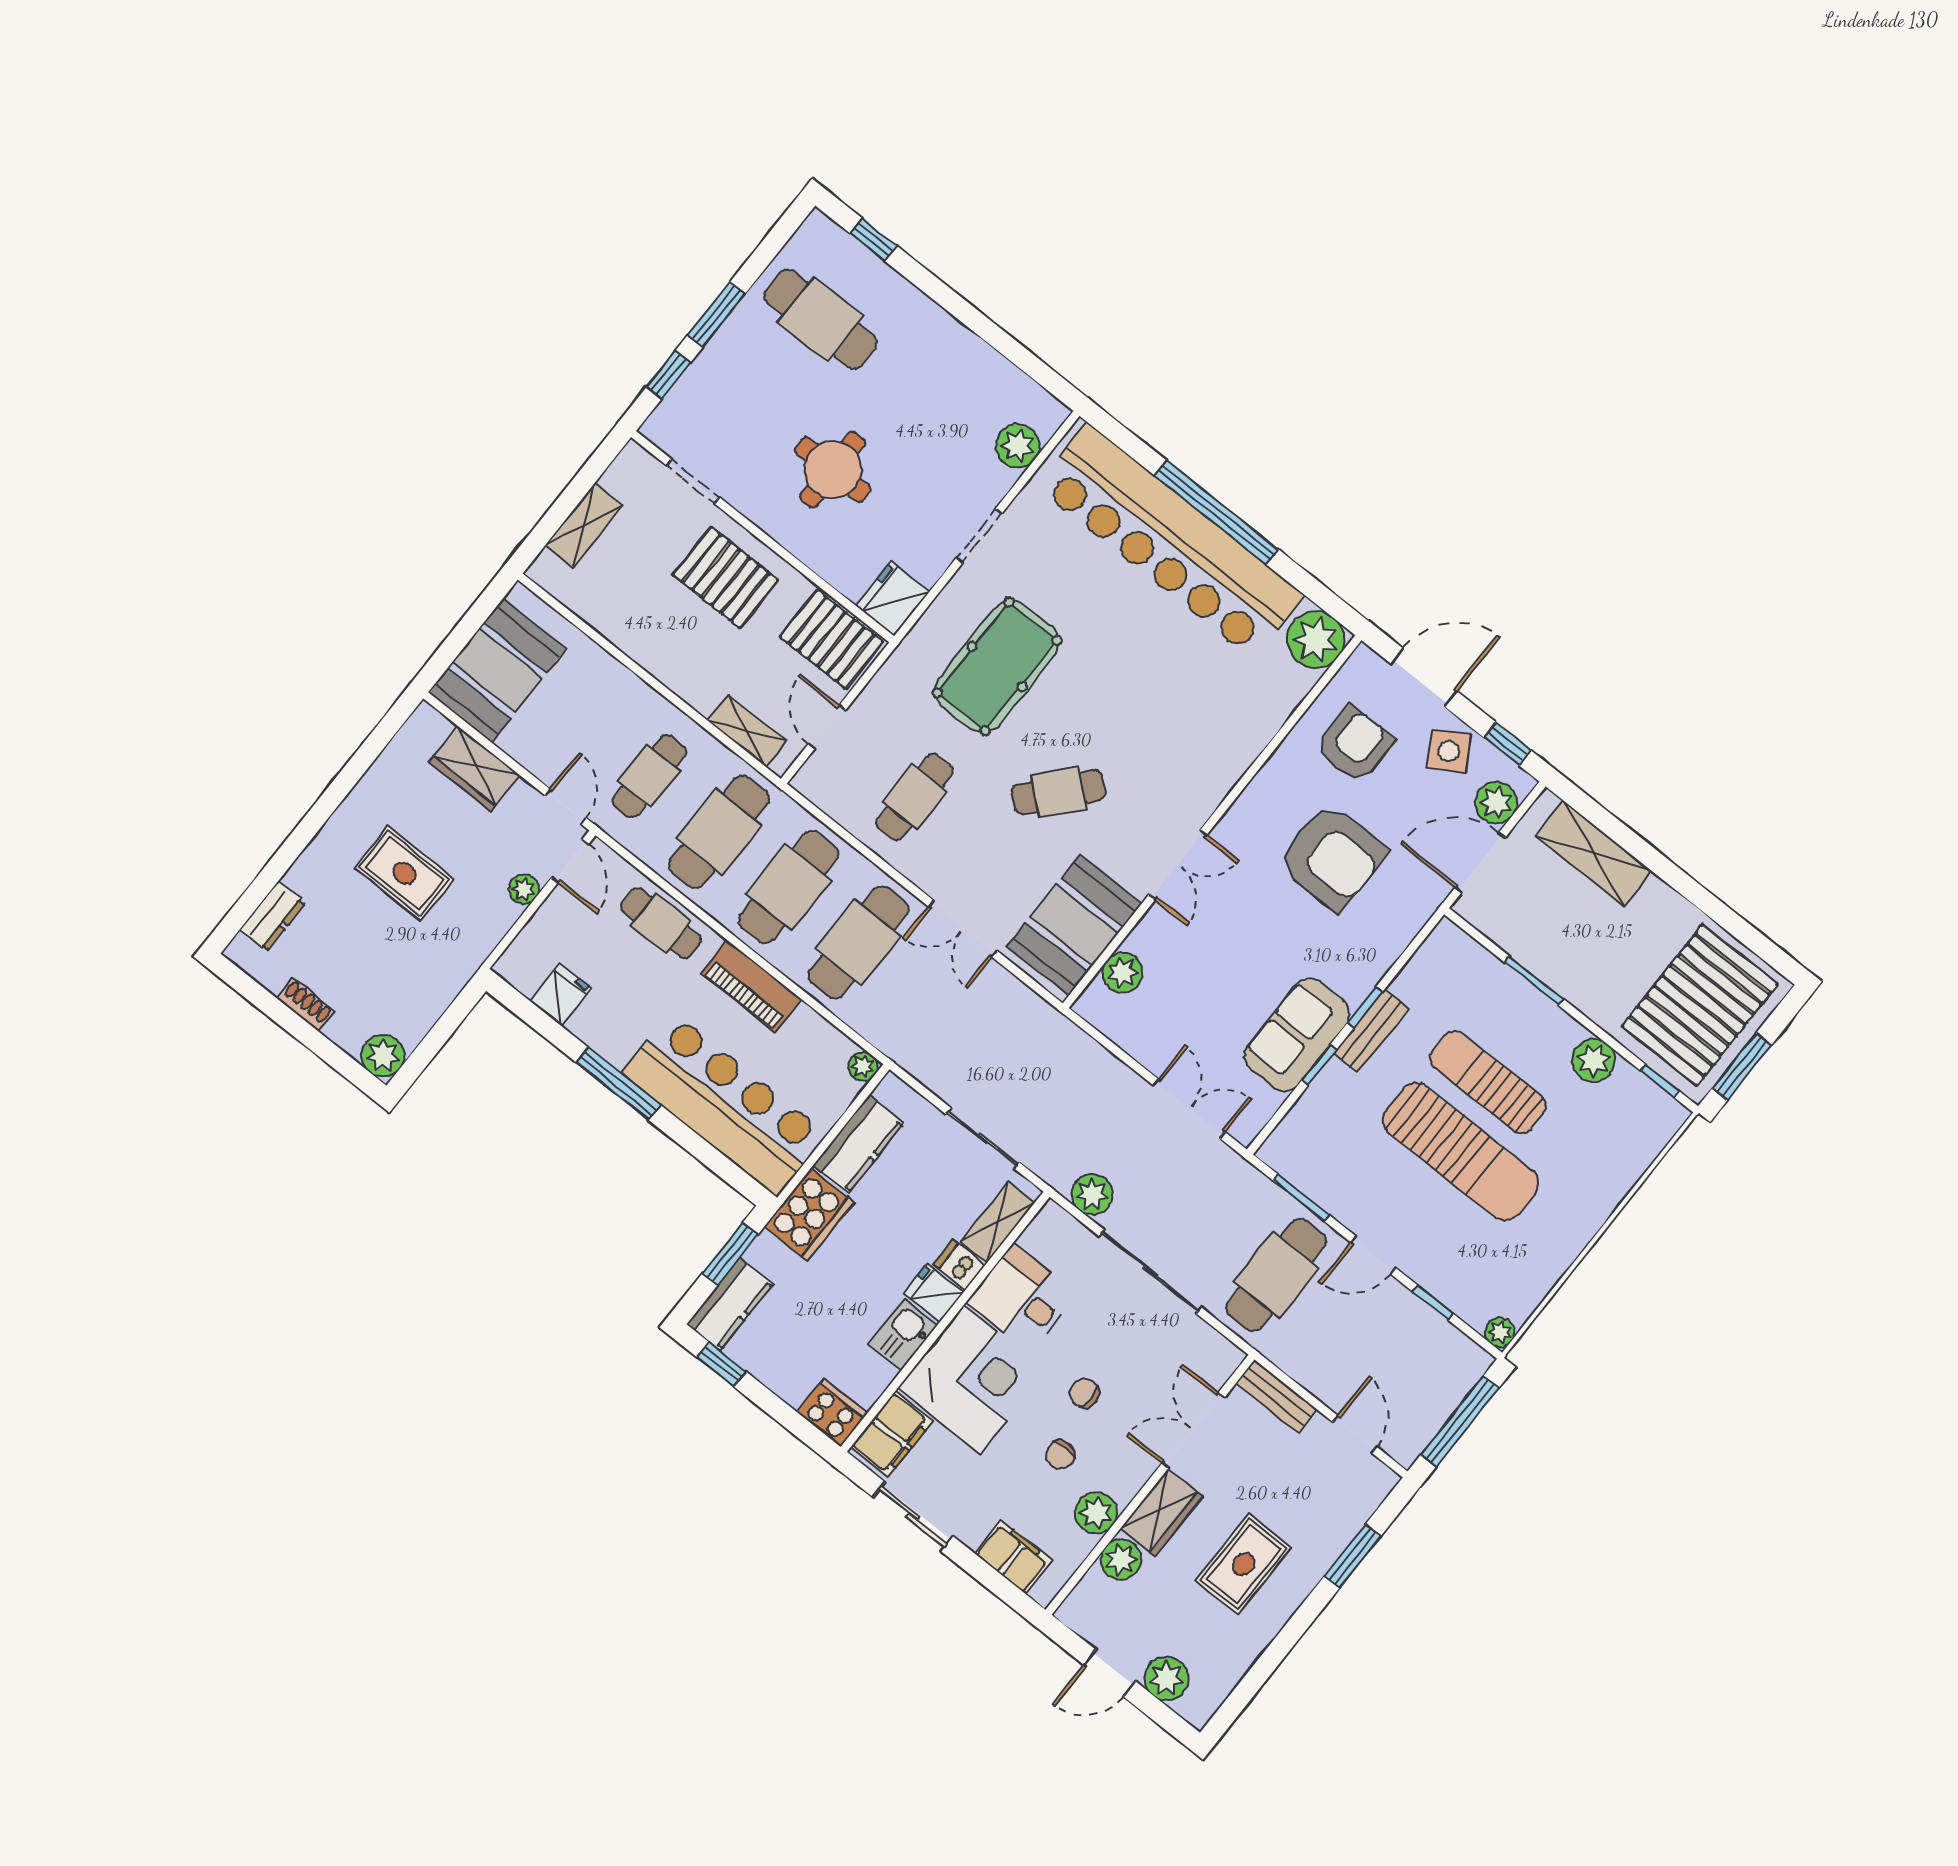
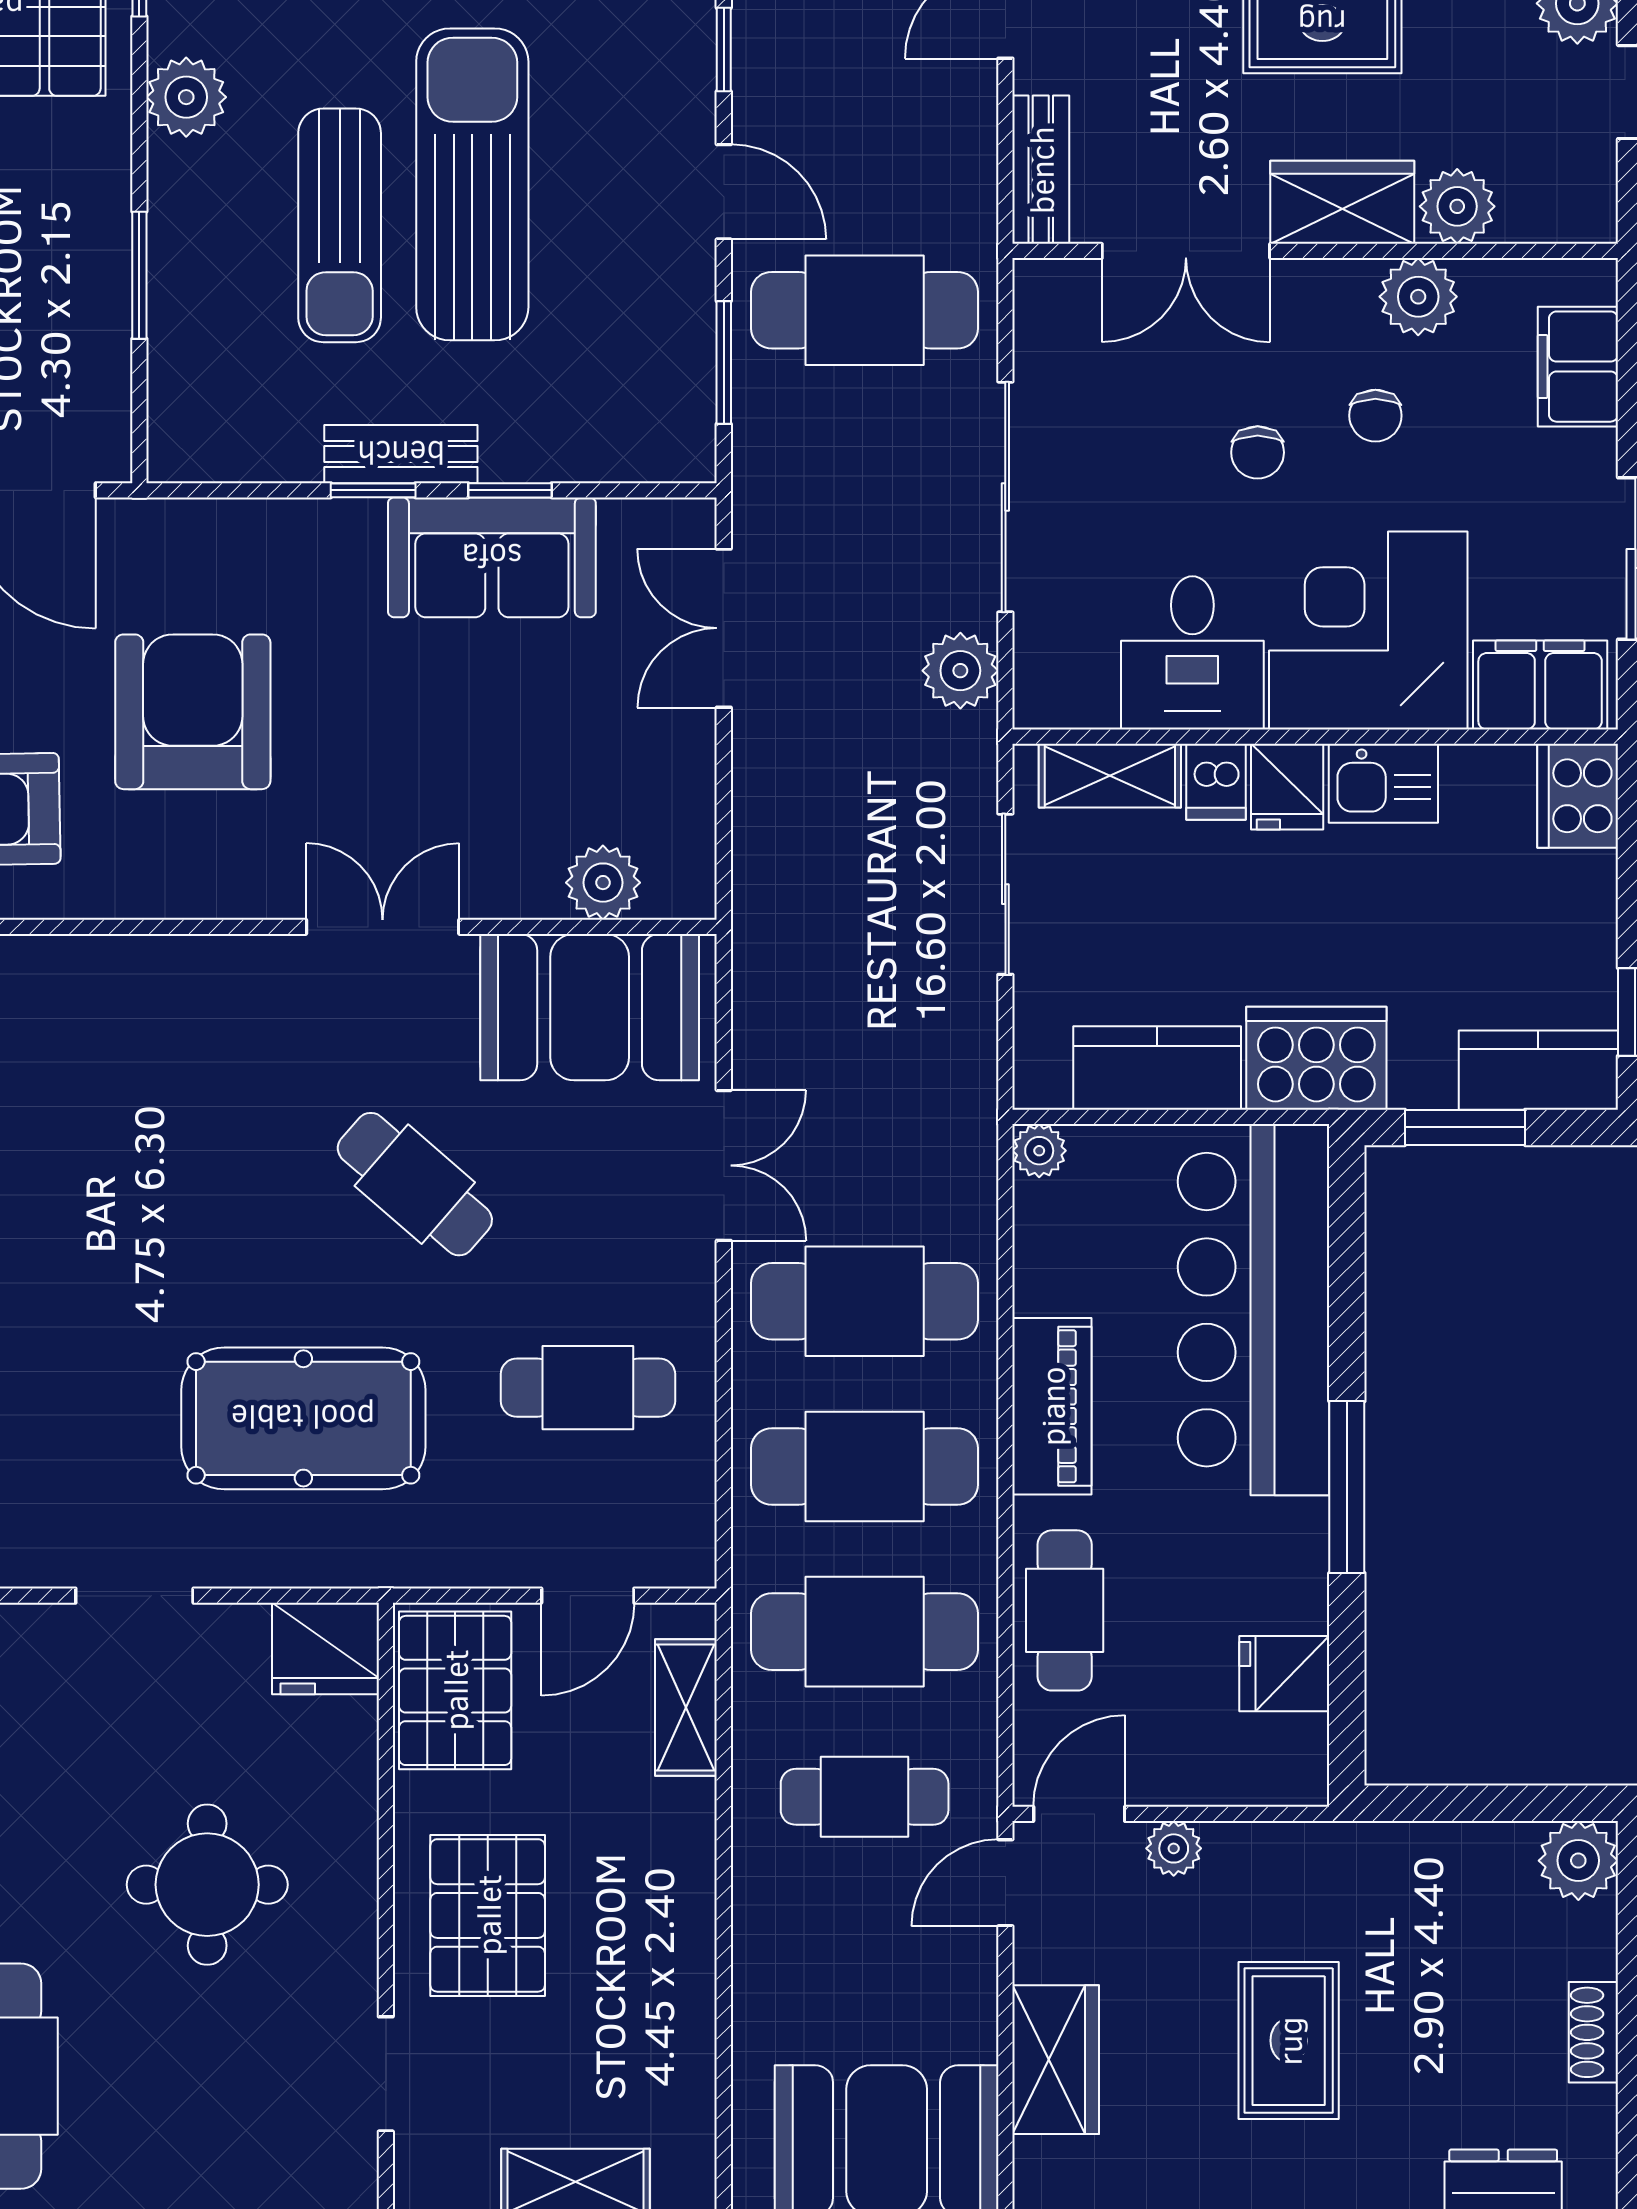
chair: (1060, 1455) -> (1375, 416), turned 90

